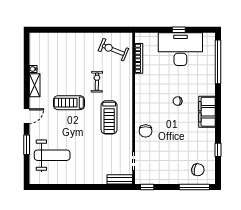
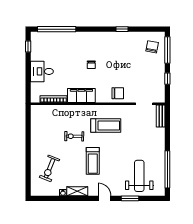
window: (179, 30) -> (28, 47), moved
desk: (180, 49) -> (42, 71), width x0.53, depth x0.77
exercise bike: (113, 50) -> (50, 168), moved
filing cabinet: (207, 112) -> (81, 95), moved, turned 180
window: (218, 150) -> (122, 29), moved
window: (59, 187) -> (167, 169), added
window: (147, 187) -> (167, 79), moved

